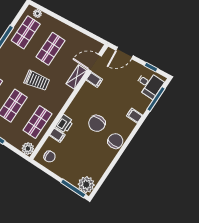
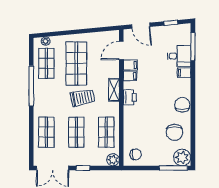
shop shelf: (51, 49) -> (76, 63), width x1.43, depth x1.36
door: (124, 53) -> (141, 26), hinge flipped
shelving: (76, 77) -> (114, 90), moved
desk: (149, 85) -> (179, 56), moved
chair: (97, 123) -> (175, 132), moved
printer: (64, 124) -> (130, 97), moved
filing cabinet: (57, 135) -> (130, 76), moved

